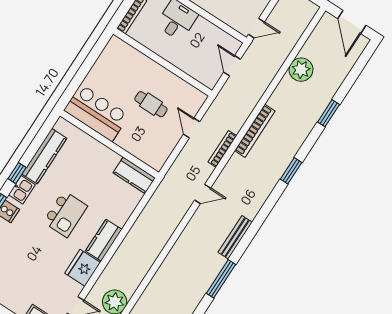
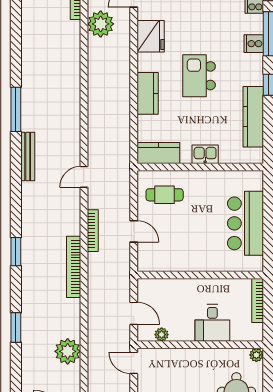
door: (256, 28) -> (134, 363), hinge flipped
plant: (221, 36) -> (162, 335), added
cafe table: (151, 104) -> (165, 195), moved
bar counter: (96, 113) -> (245, 223), moved, turned 90
kitchen sink: (22, 190) -> (205, 154), moved, turned 90
kitchen counter: (104, 240) -> (148, 93), moved

